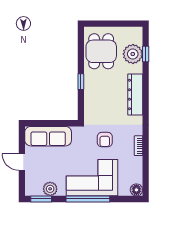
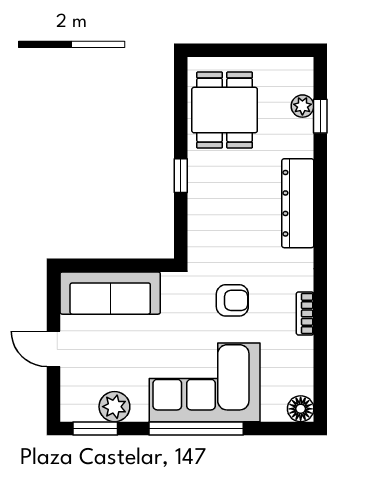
plant: (133, 54) -> (302, 106), width x0.53, depth x0.53
armchair: (105, 140) -> (232, 300), turned -90

